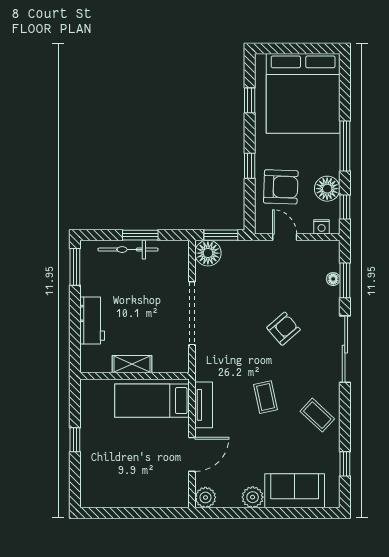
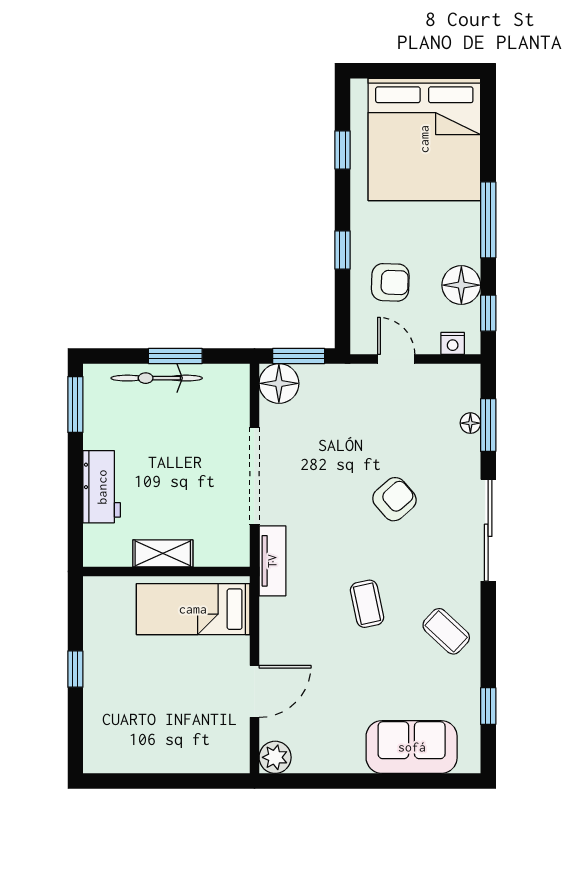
armchair: (281, 187) -> (390, 282), width x0.72, depth x0.72
tv unit: (204, 405) -> (272, 561), moved
plant: (253, 497) -> (347, 757), removed

